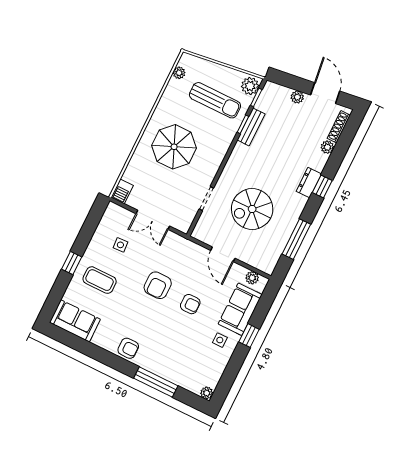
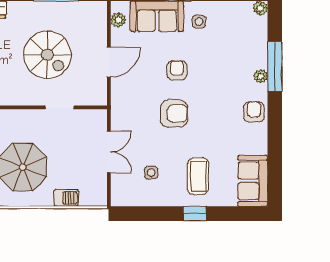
barbecue: (122, 191) -> (66, 198), moved
plant: (153, 367) -> (261, 76), added

